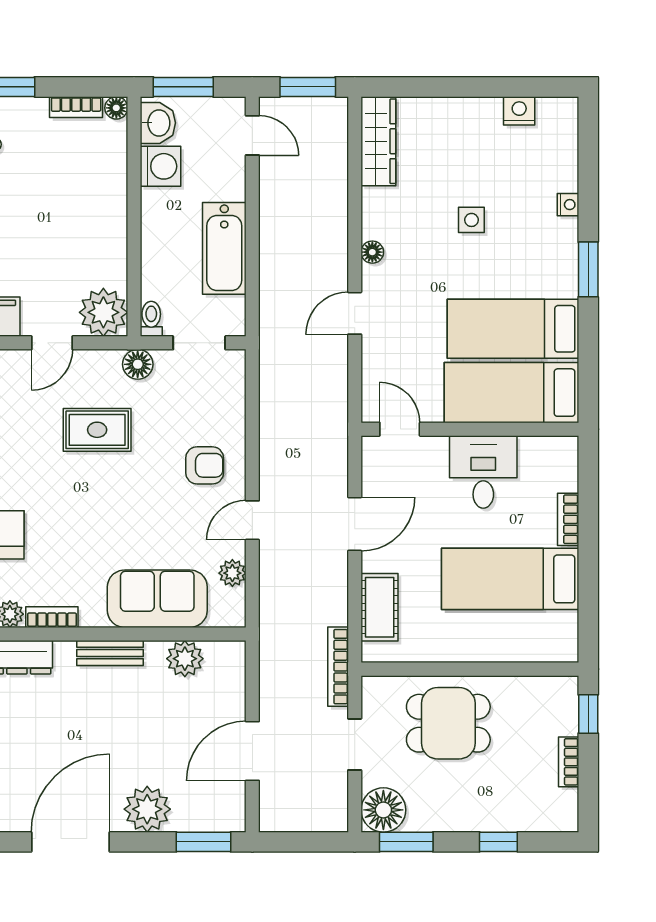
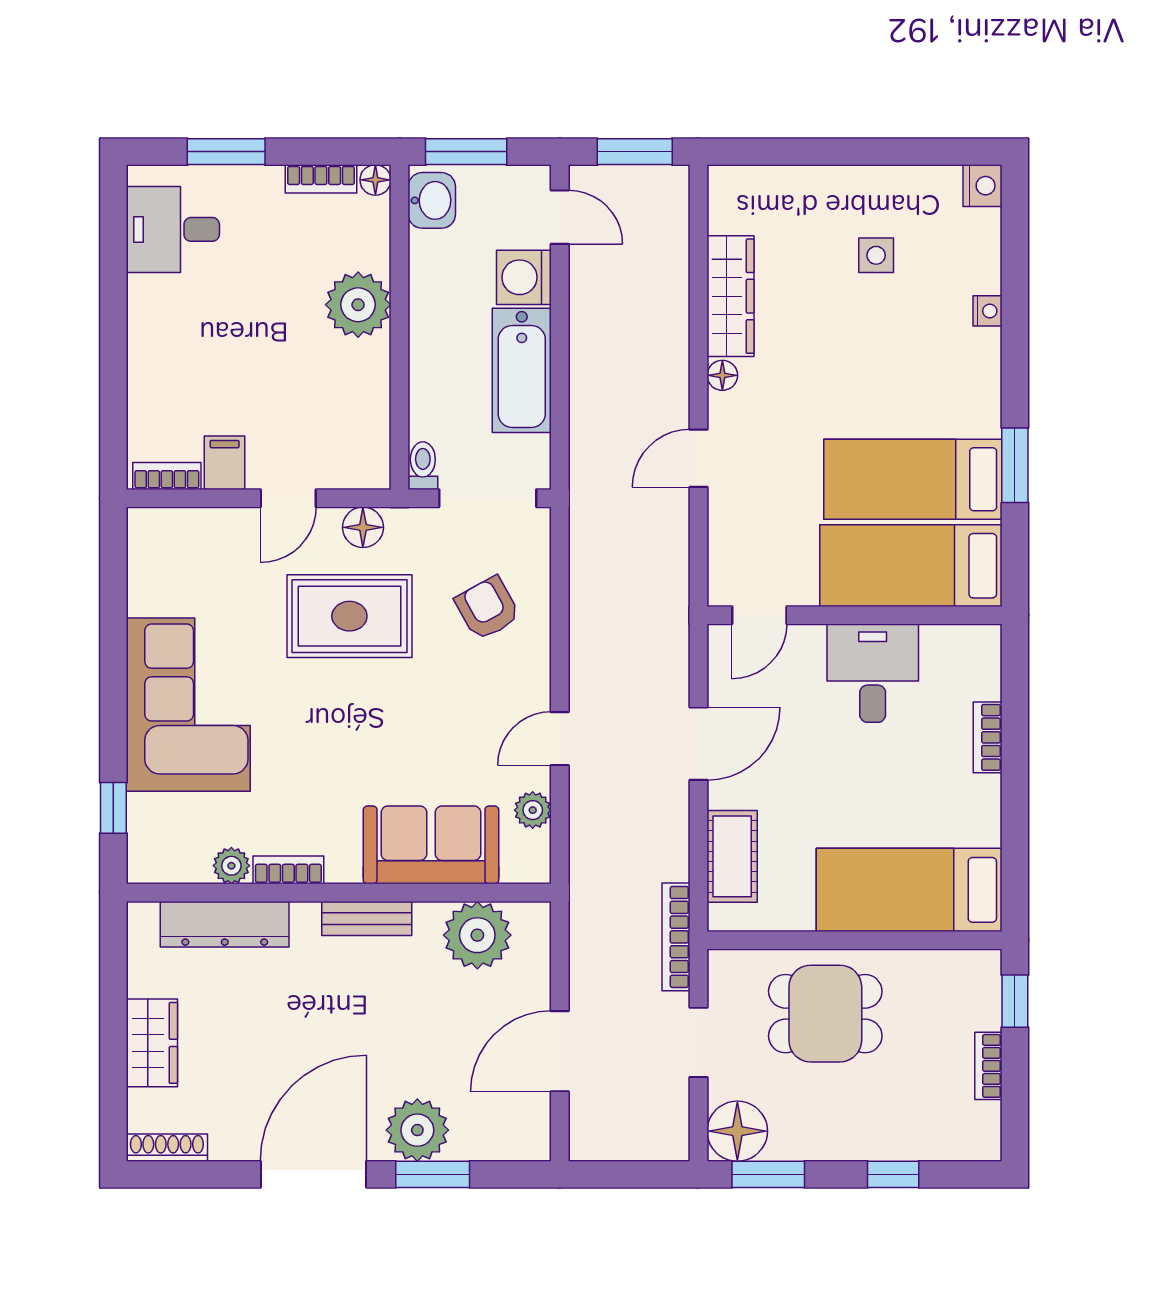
nightstand: (519, 111) -> (982, 186), moved, turned 90
wardrobe: (378, 141) -> (731, 296), moved
washing machine: (161, 166) -> (524, 277), moved, turned 180
side table: (471, 220) -> (876, 255), moved
window: (588, 269) -> (1015, 465), moved
plant: (103, 312) -> (358, 305), moved
doorway: (199, 343) -> (488, 498), width x1.38
floor lamp: (138, 364) -> (363, 527), moved
door: (400, 429) -> (759, 615), swing flipped
rug: (97, 430) -> (349, 616), width x1.36, depth x1.43
armchair: (205, 465) -> (487, 608), moved, turned -119
bed: (510, 579) -> (909, 890), moved
plant: (185, 659) -> (477, 935), width x1.36, depth x1.36
window: (203, 842) -> (433, 1174), moved

